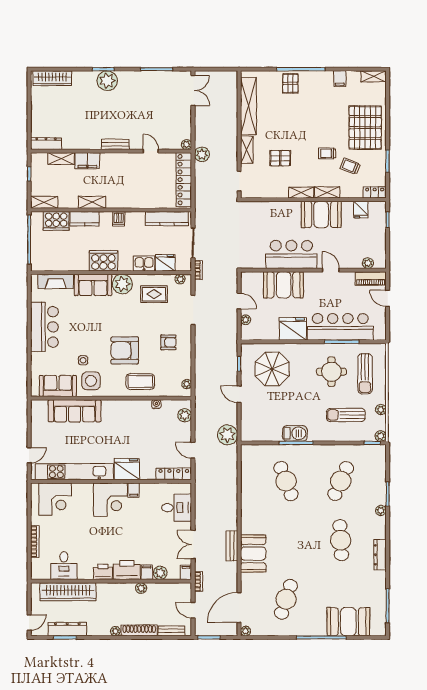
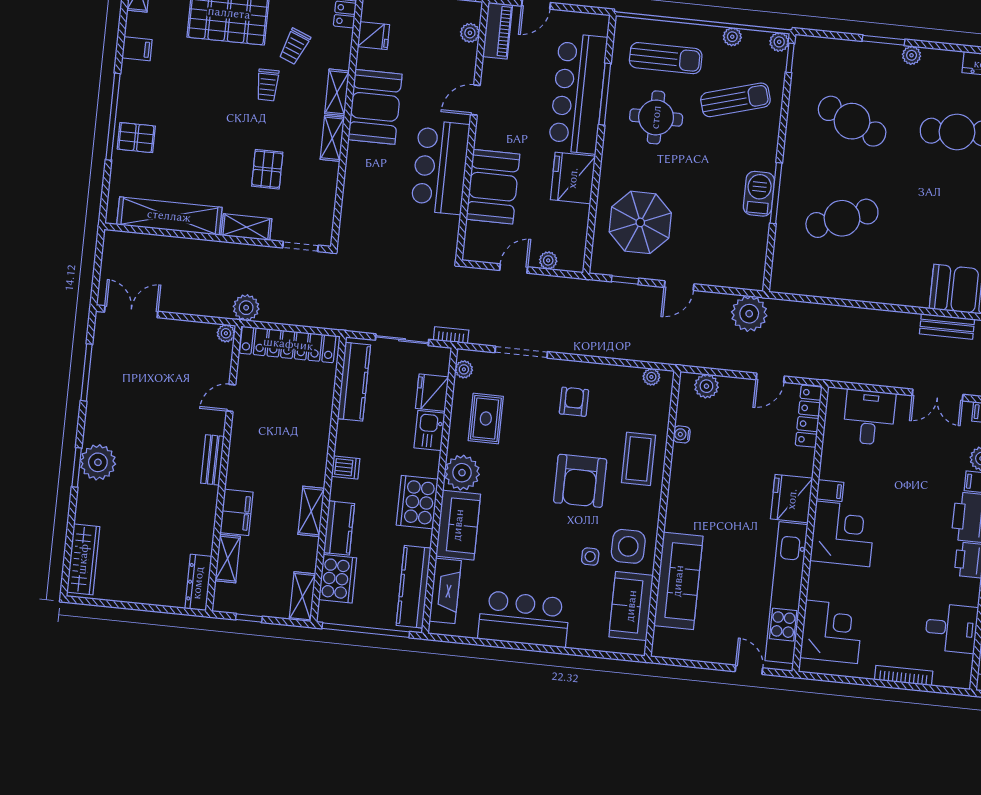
kitchen counter: (56, 264) -> (414, 587), added
sun lounger: (346, 415) -> (735, 100), turned -106

